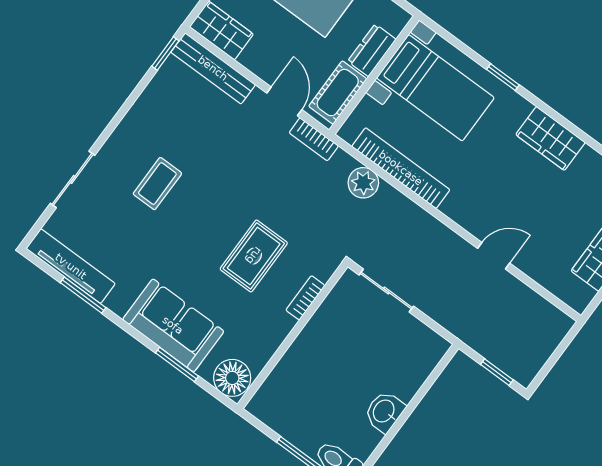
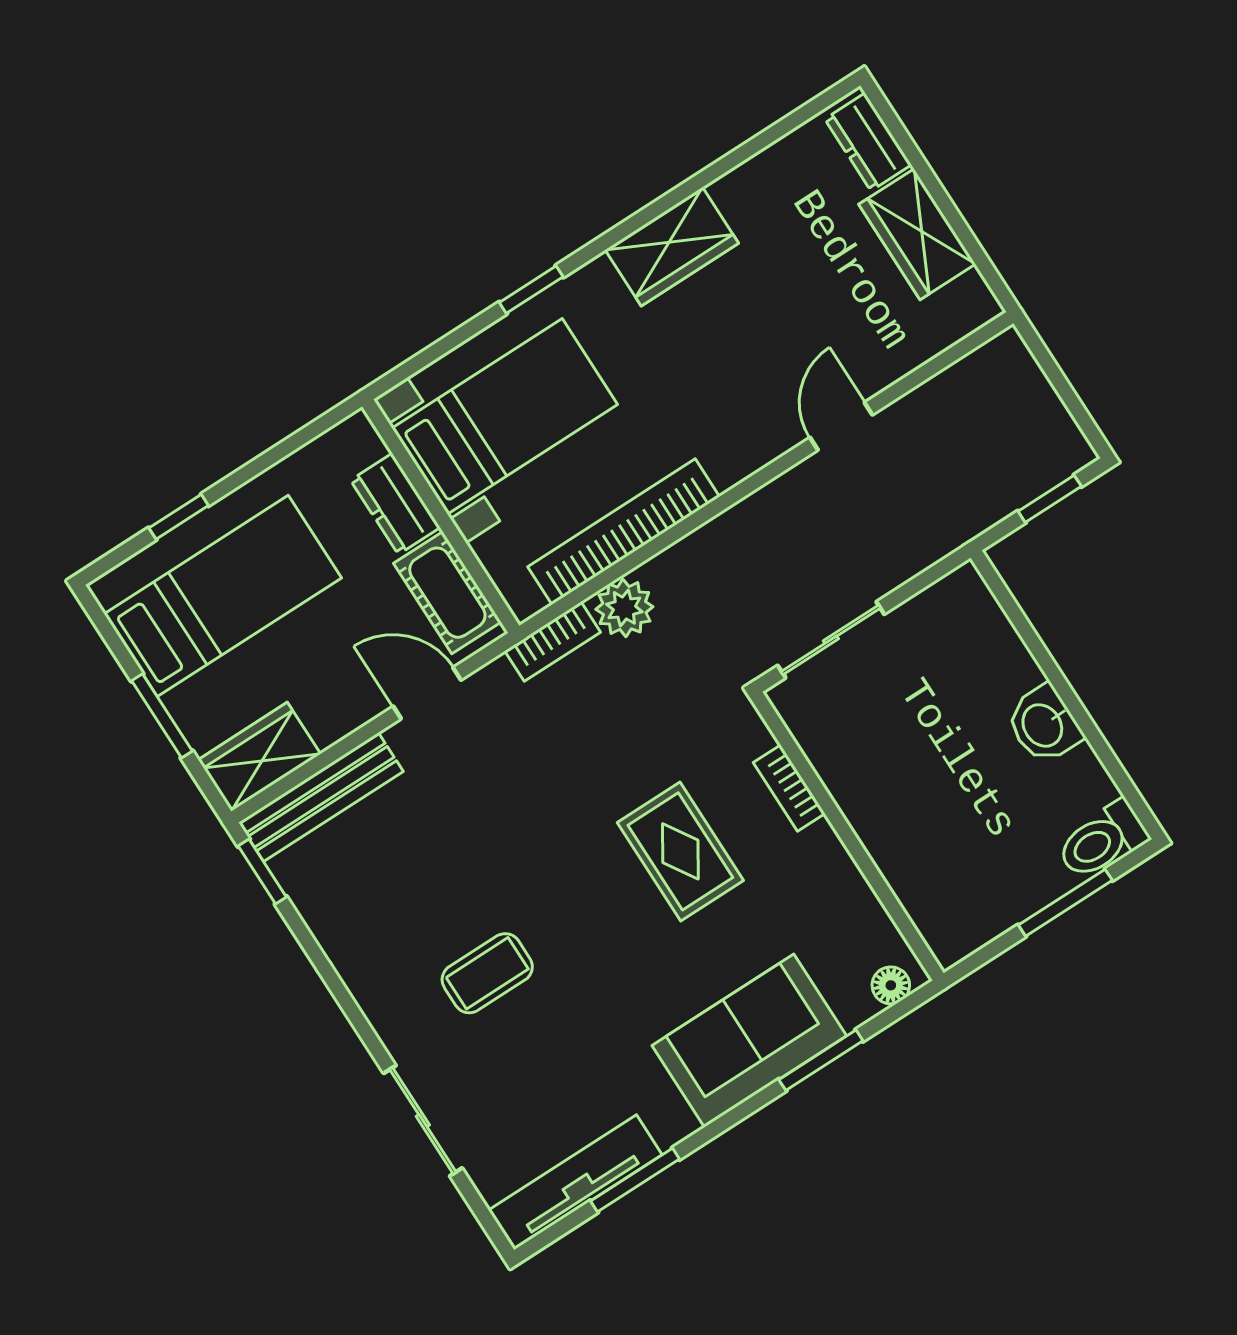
bookcase: (314, 139) -> (553, 642), moved
coffee table: (157, 184) -> (487, 973), turned 90
floor lamp: (232, 378) -> (891, 985), width x0.53, depth x0.53

